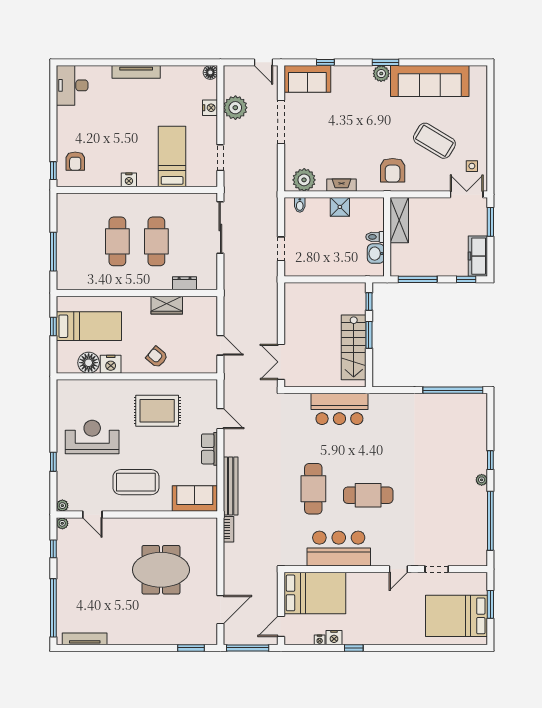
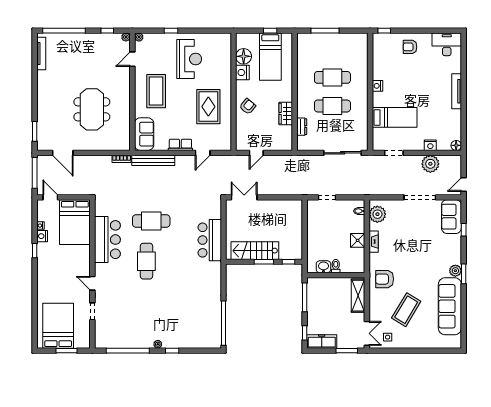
armchair: (75, 161) -> (410, 47), moved
shelving: (399, 220) -> (358, 296), moved, turned 90

